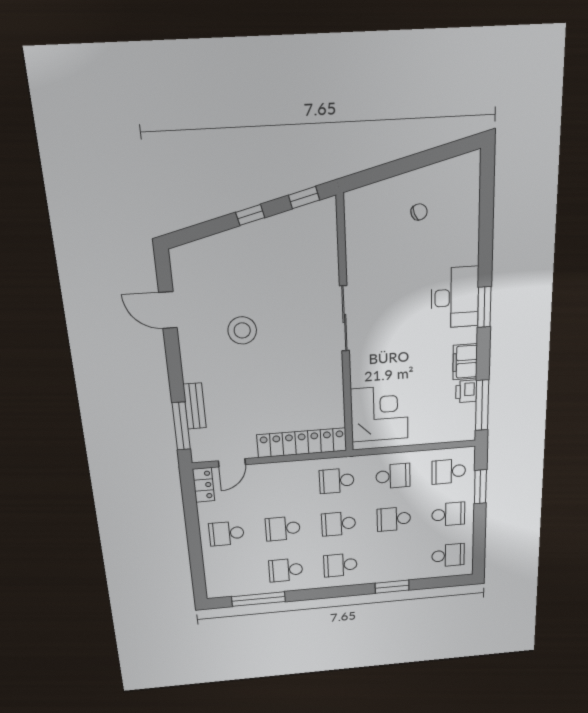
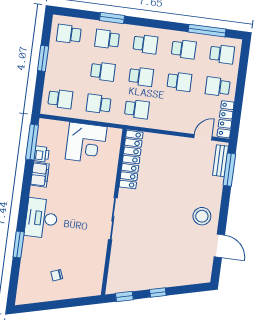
window: (484, 307) -> (19, 245), moved
stool: (242, 330) -> (202, 216), moved
bench: (195, 406) -> (220, 161), moved
corner desk: (379, 414) -> (86, 143), moved, turned -90
locker: (302, 443) -> (131, 160), moved, turned -90
locker: (203, 485) -> (226, 119), width x1.53
window: (480, 487) -> (43, 58), moved
school desk: (448, 514) -> (107, 39), moved
school desk: (227, 533) -> (218, 87), turned 180
school desk: (231, 575) -> (222, 54), added

